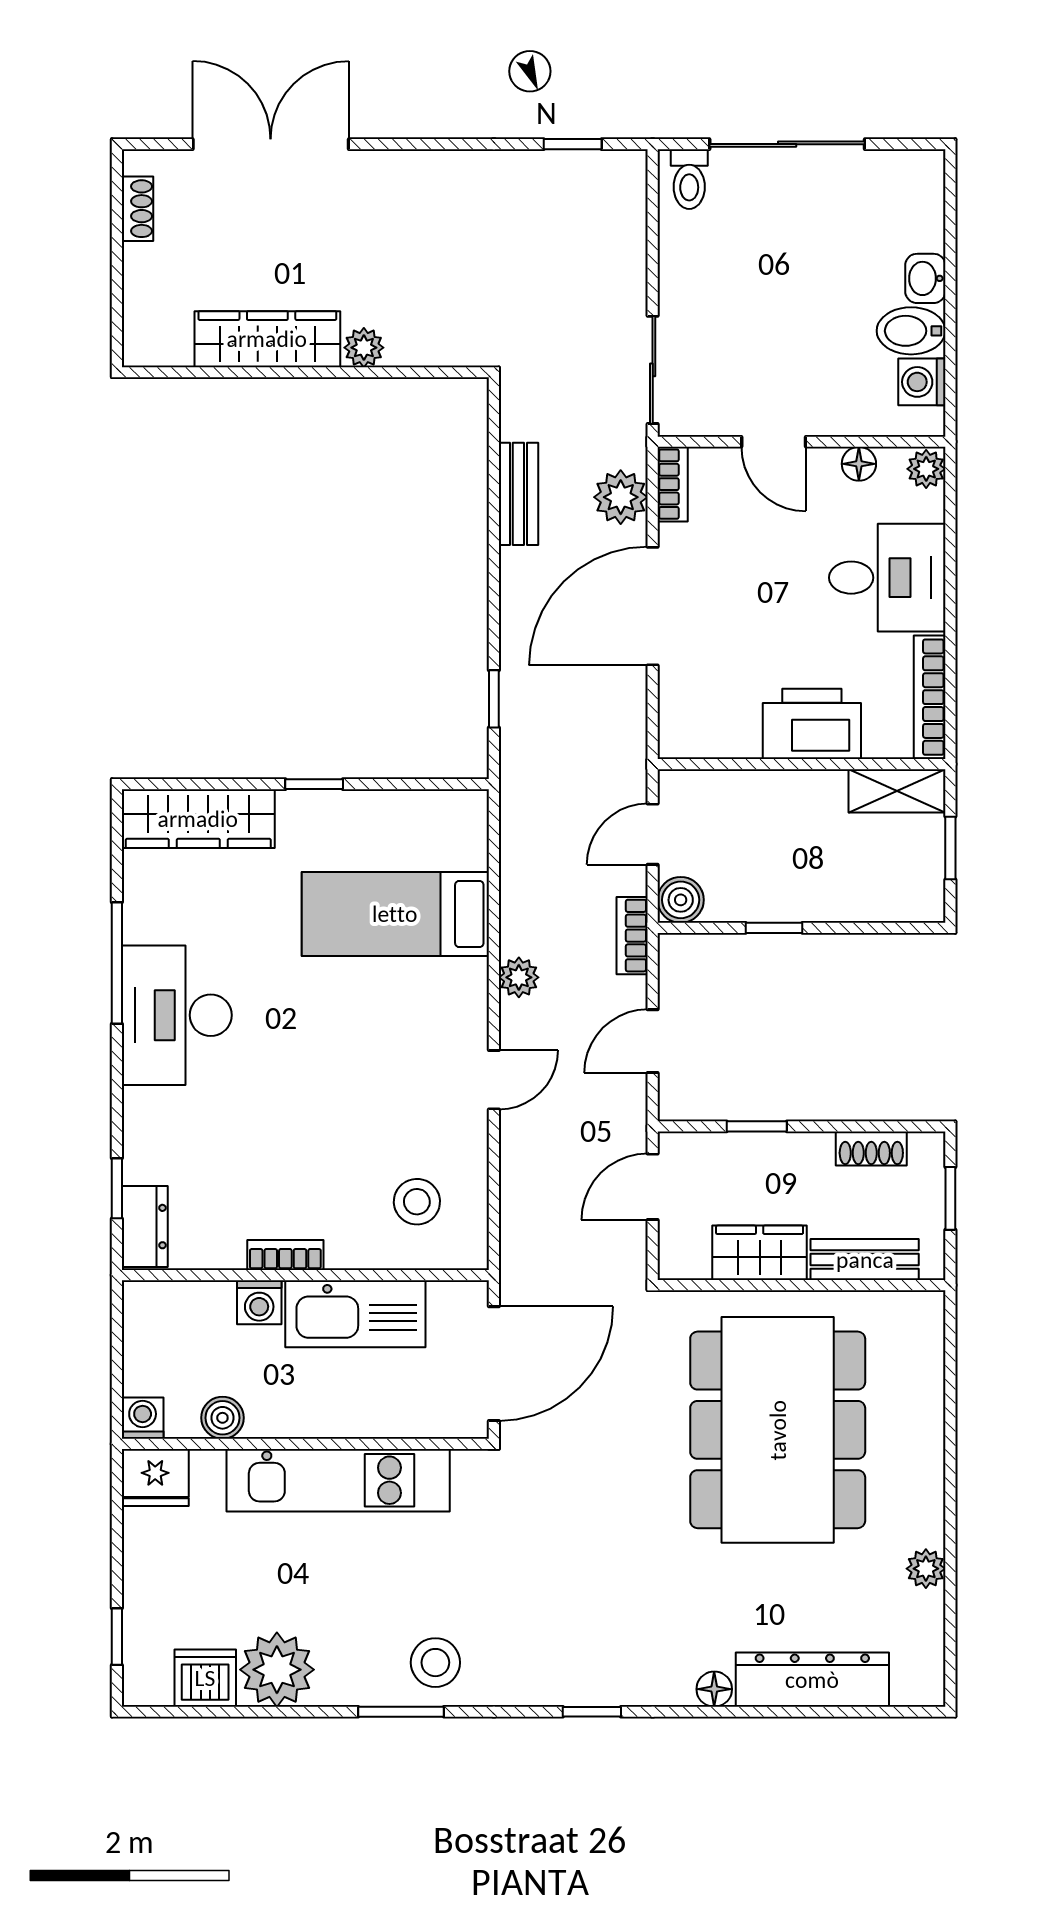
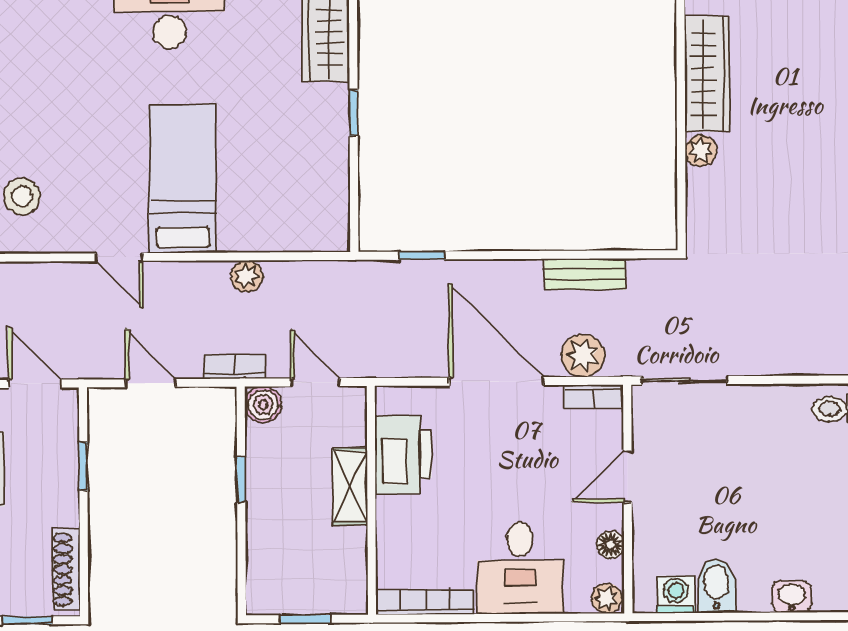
washbasin: (925, 278) -> (792, 597), moved
printer: (812, 724) -> (403, 455), moved
shelving: (897, 791) -> (350, 486), moved
bed: (395, 914) -> (183, 178), moved
plant: (519, 977) -> (247, 276), moved
shoe rack: (871, 1149) -> (66, 569), width x1.43

